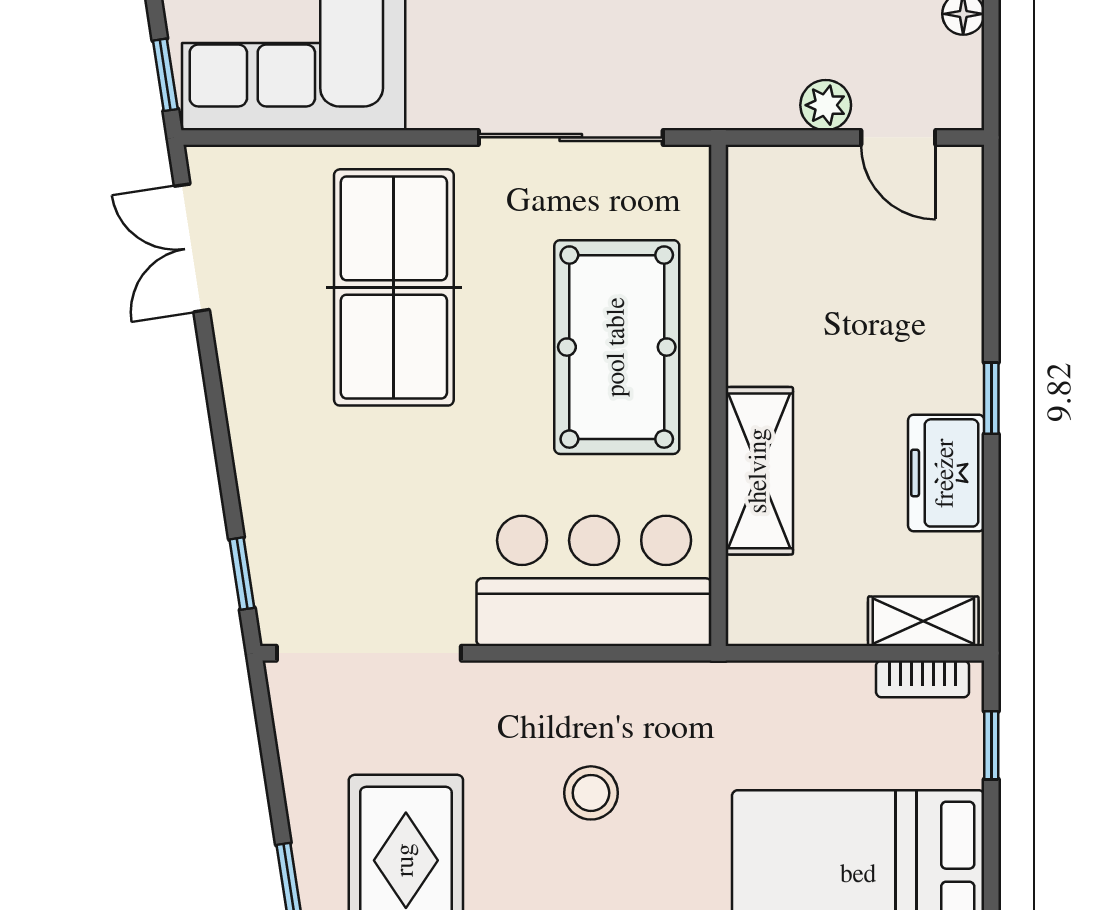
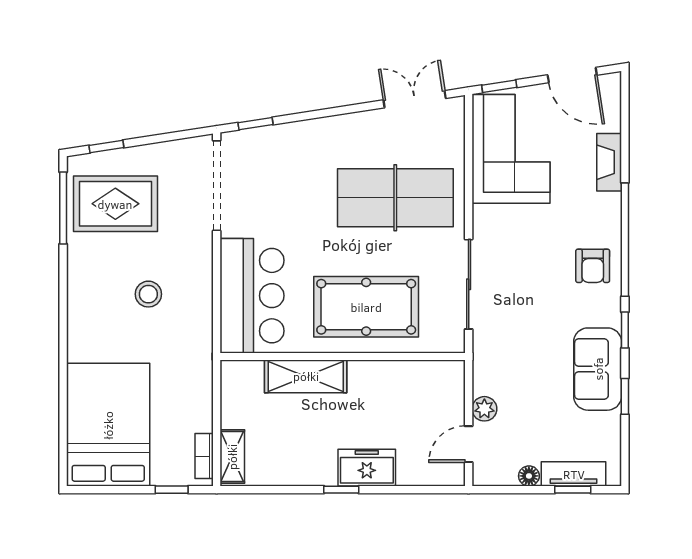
freezer: (946, 473) -> (367, 468), moved

